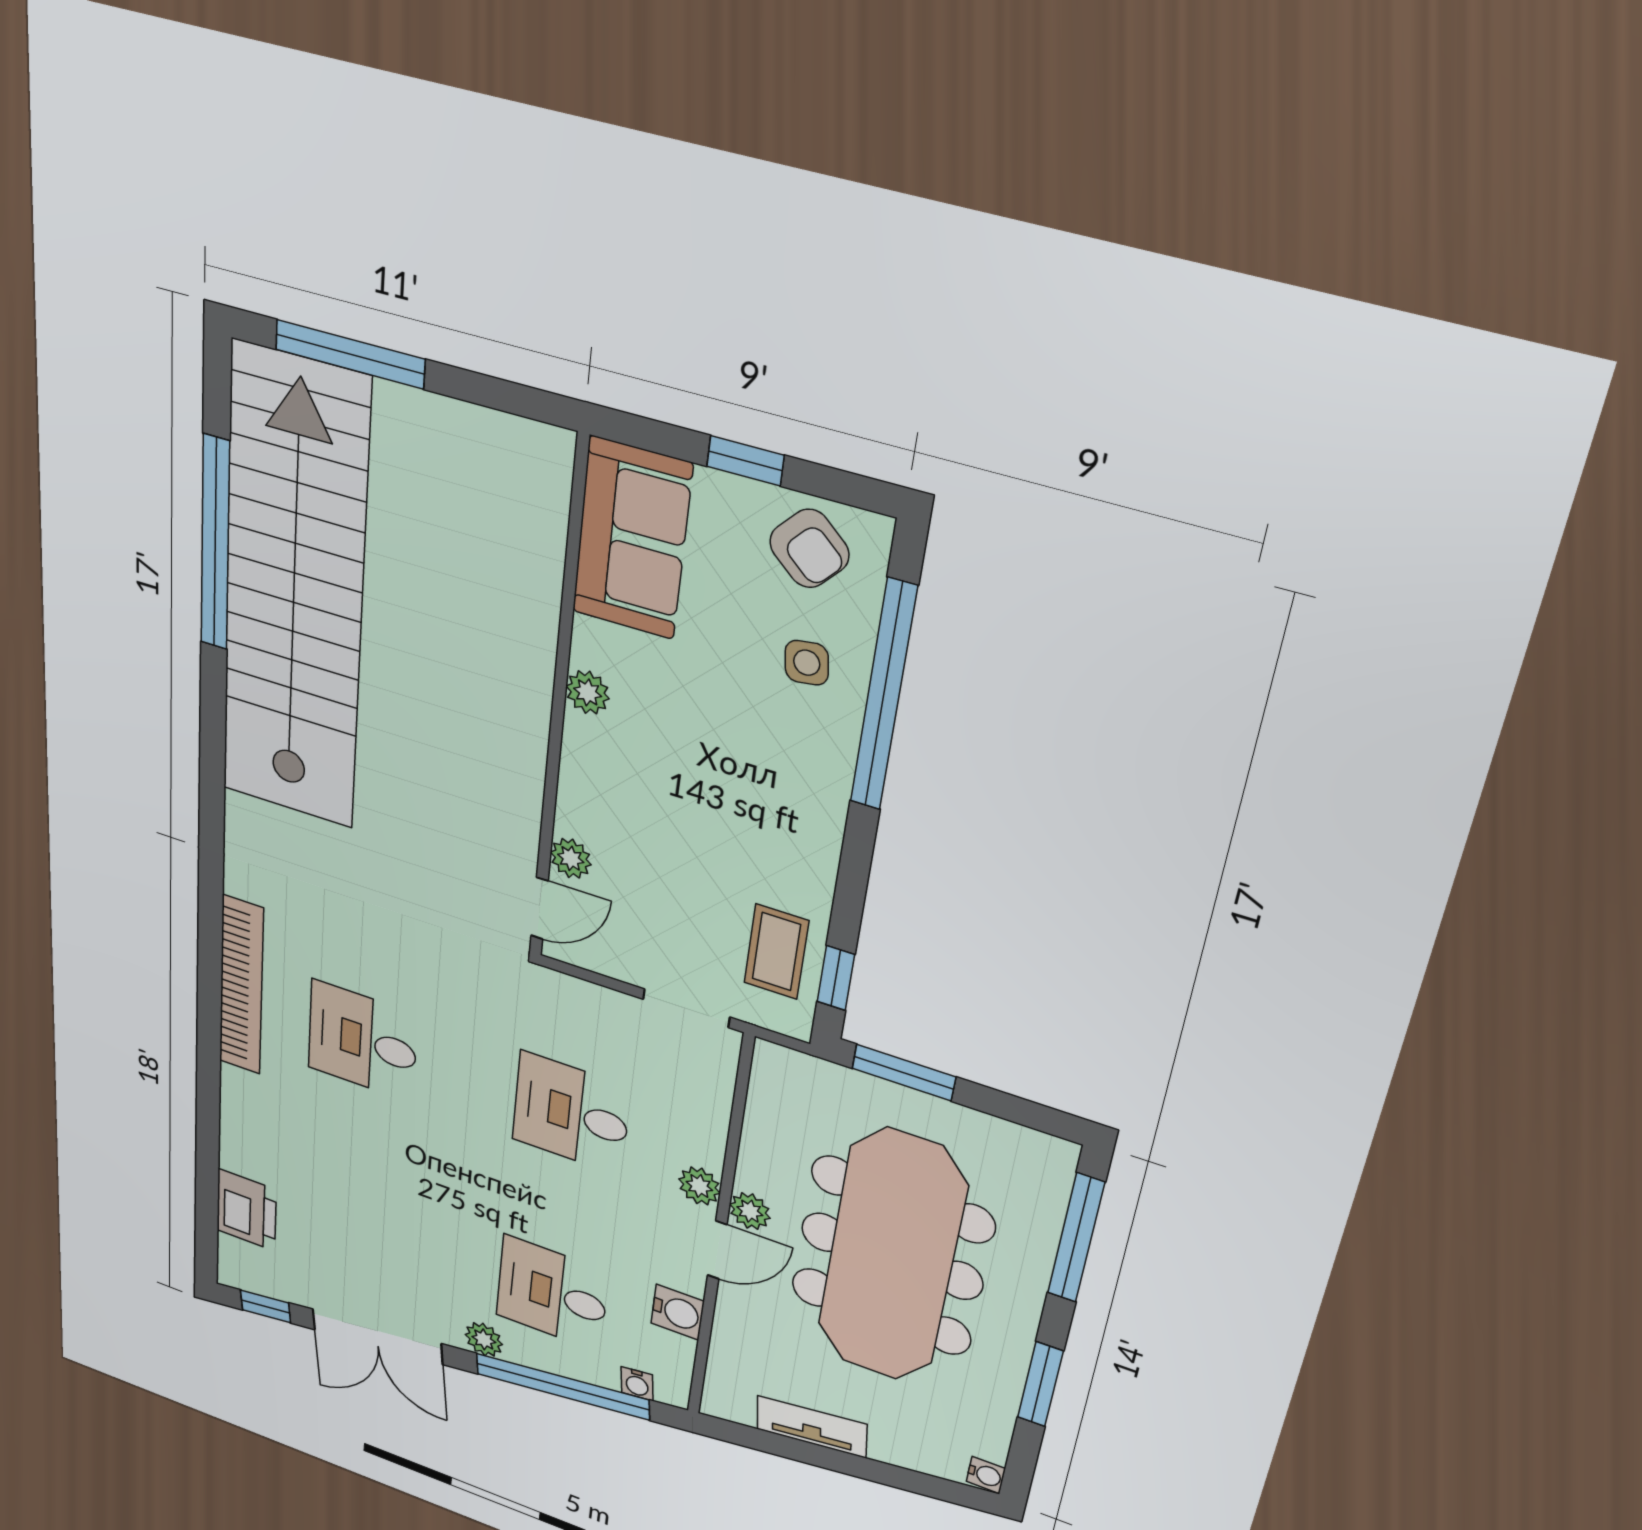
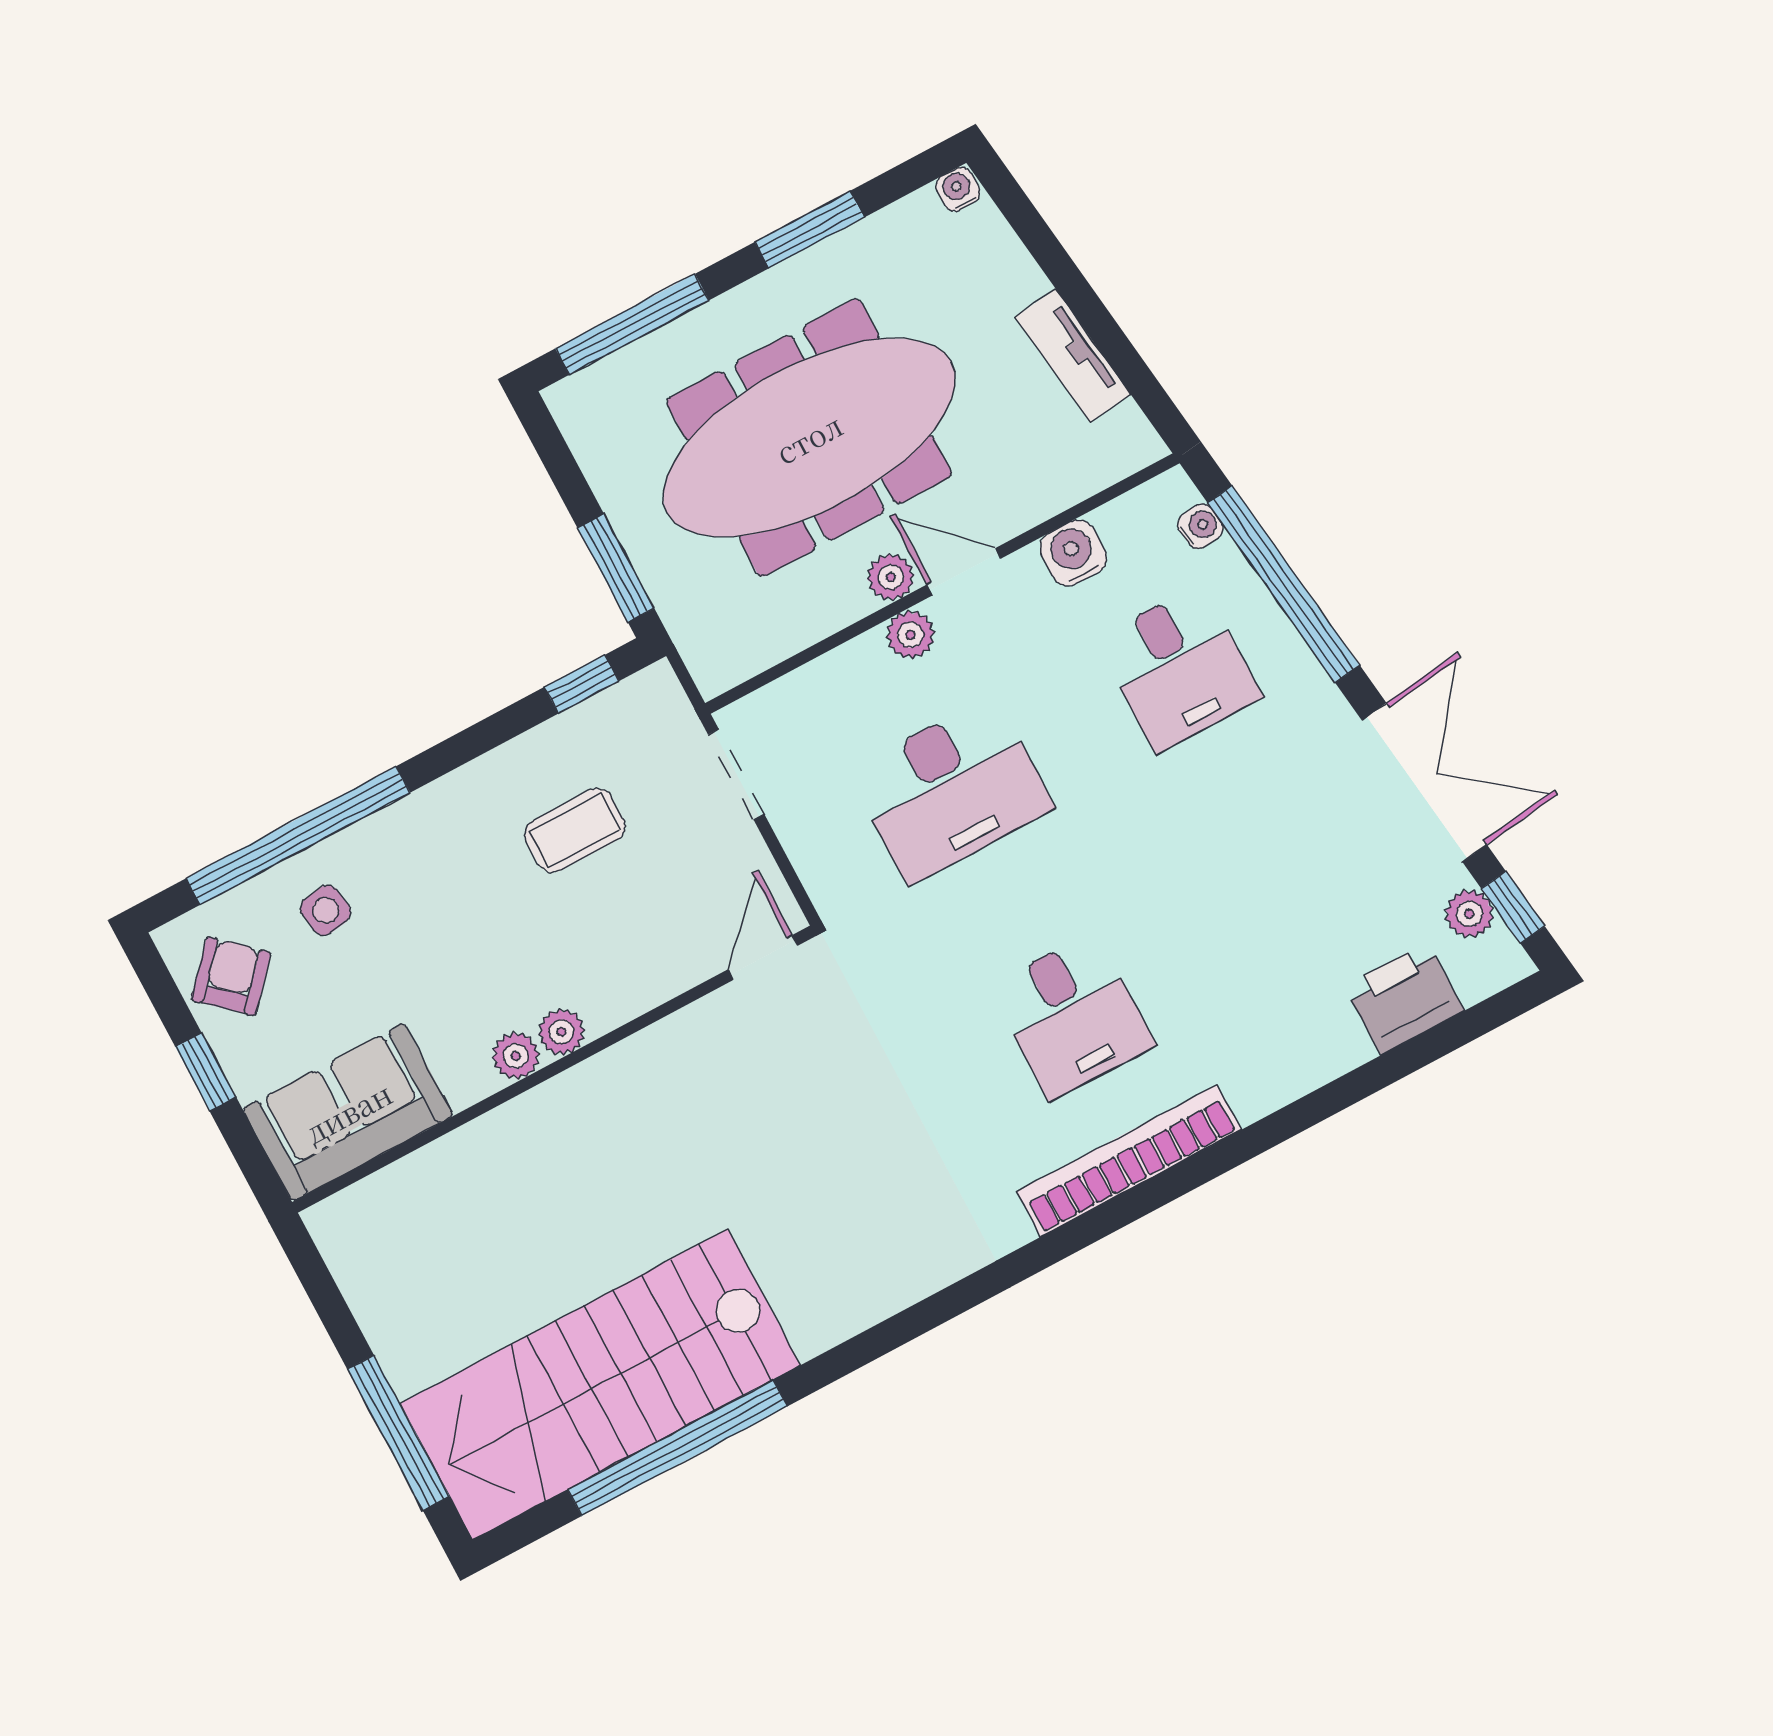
stairs: (294, 593) -> (600, 1384), width x0.73
plant: (571, 858) -> (561, 1032), moved
door: (540, 908) -> (763, 957), hinge flipped
coffee table: (776, 952) -> (575, 830), moved
desk: (571, 1113) -> (951, 790), width x1.37
plant: (484, 1339) -> (1469, 914), moved

